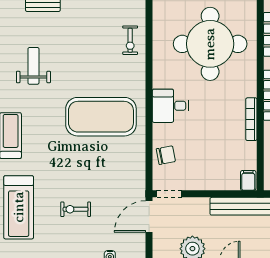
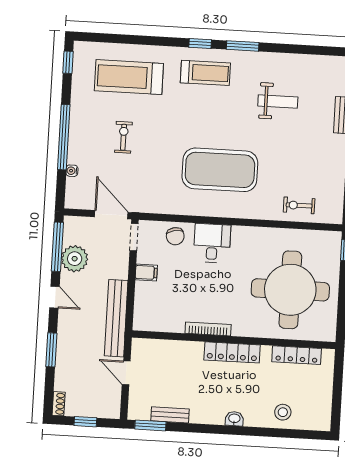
desk: (170, 106) -> (212, 243), moved
exercise mat: (101, 117) -> (220, 170), turned 90
filing cabinet: (248, 180) -> (146, 272), moved

